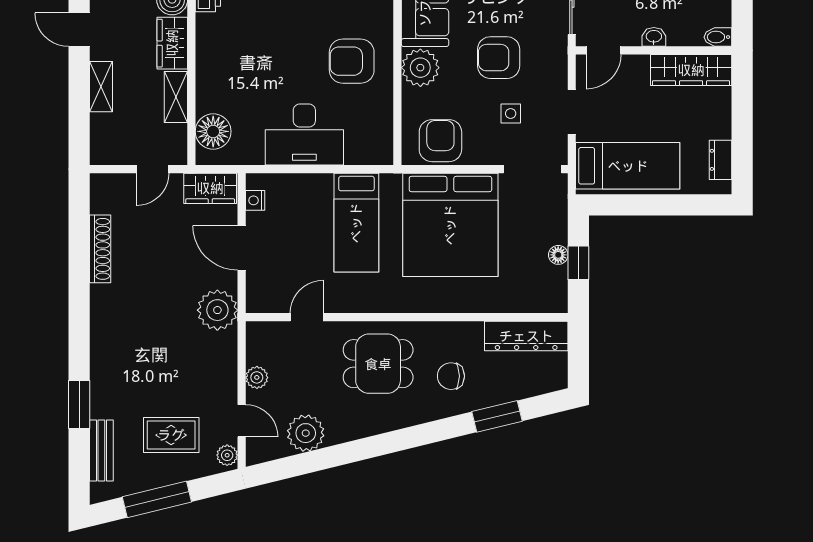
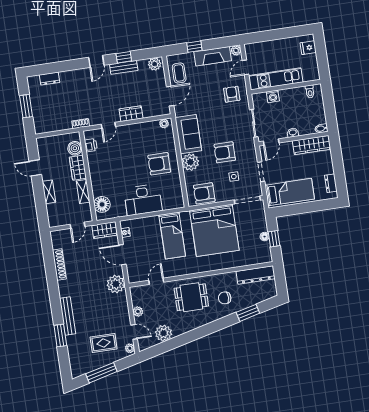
armchair: (440, 141) -> (204, 193), turned -90
bench: (101, 450) -> (68, 316), moved, width x1.36

